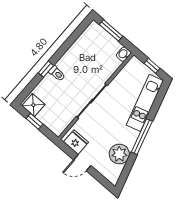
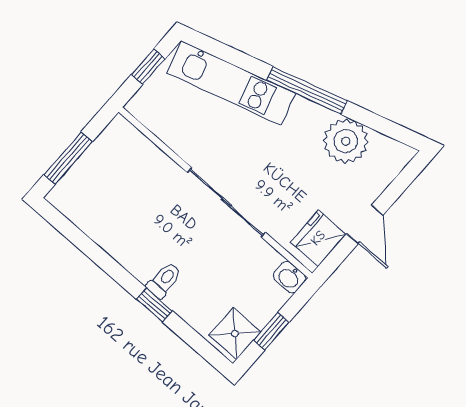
washbasin: (124, 54) -> (289, 277), moved

